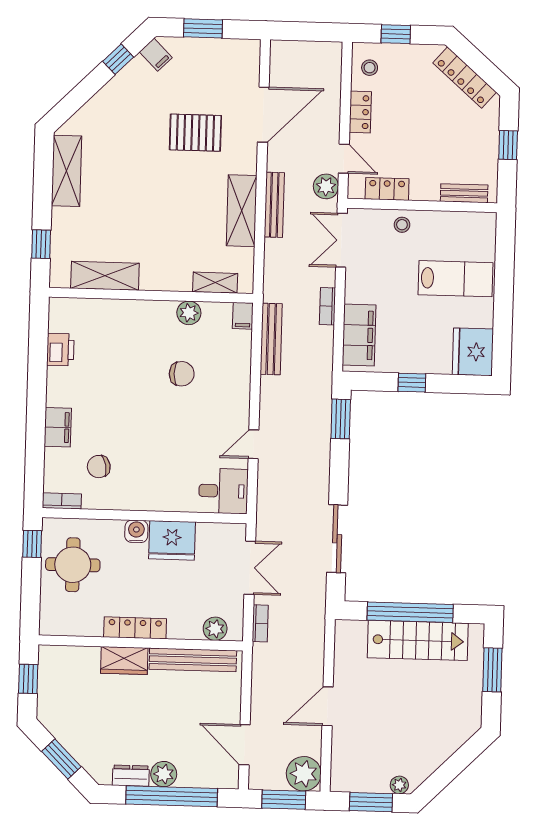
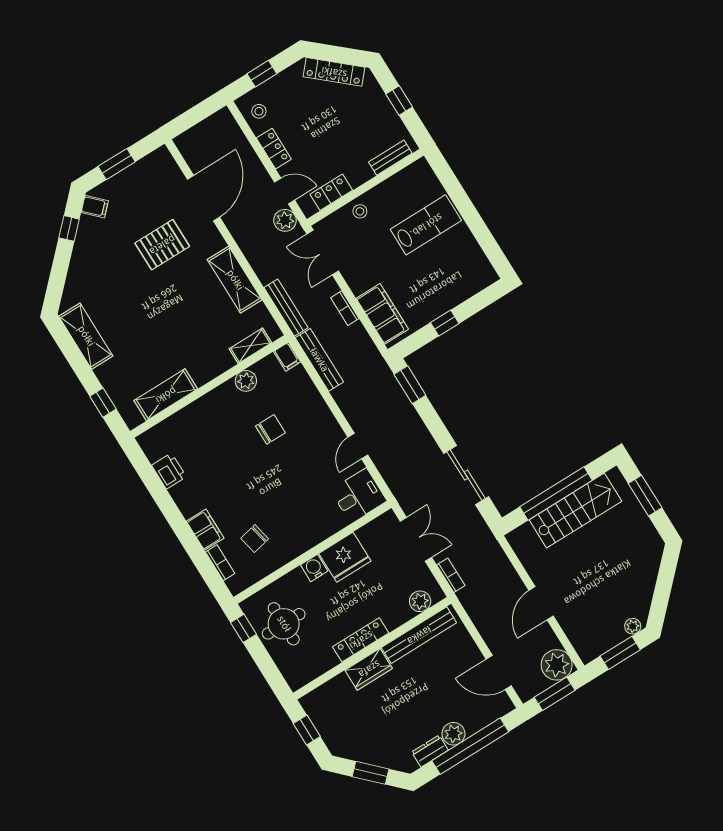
bench: (274, 205) -> (286, 308), moved
fridge: (473, 352) -> (475, 270), removed
bookcase: (62, 501) -> (220, 563), moved, turned 90

